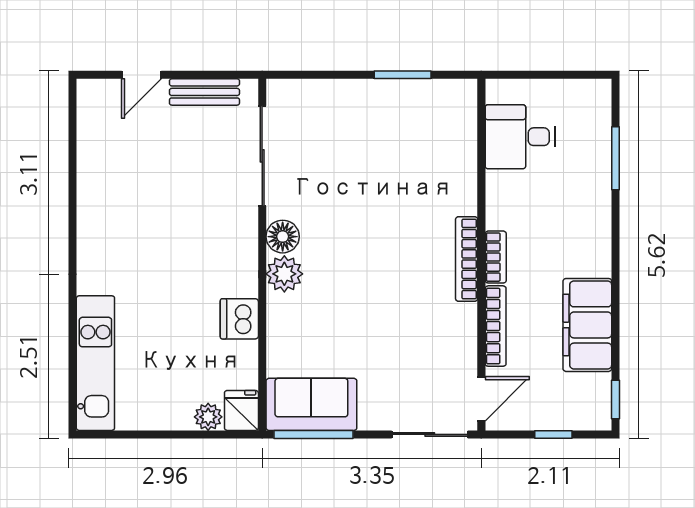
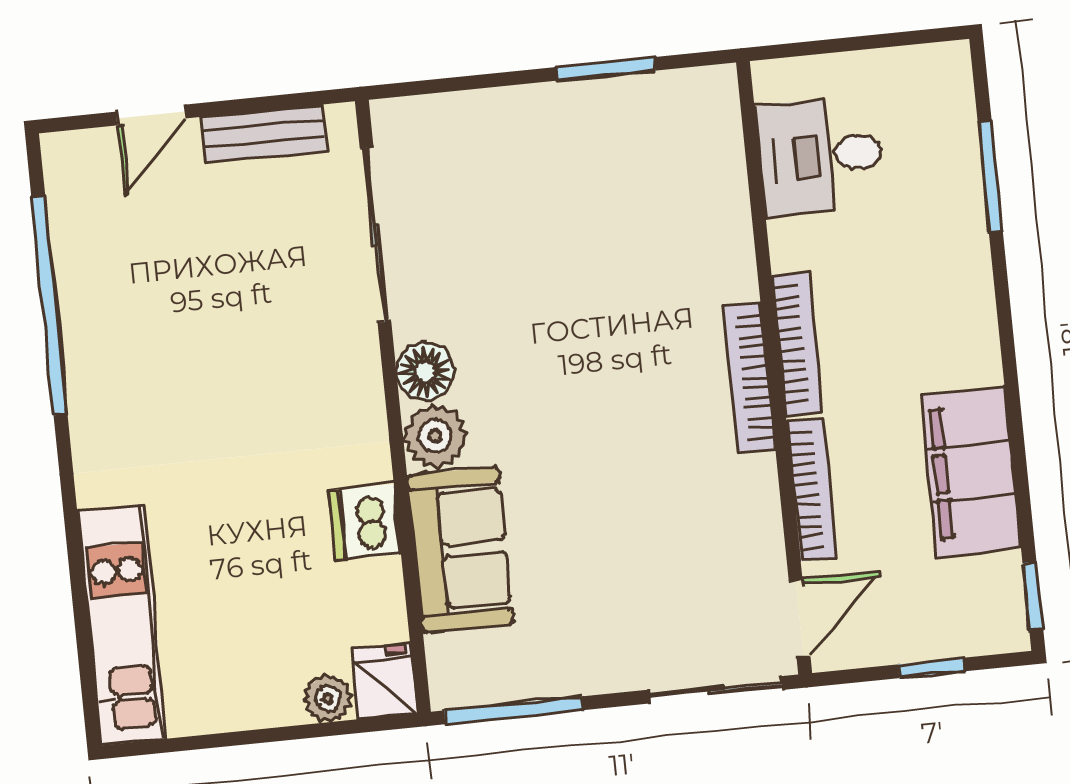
window: (73, 177) -> (49, 305), added
bookcase: (496, 257) -> (797, 344), width x1.56
sofa: (311, 404) -> (460, 550), moved, turned 90

